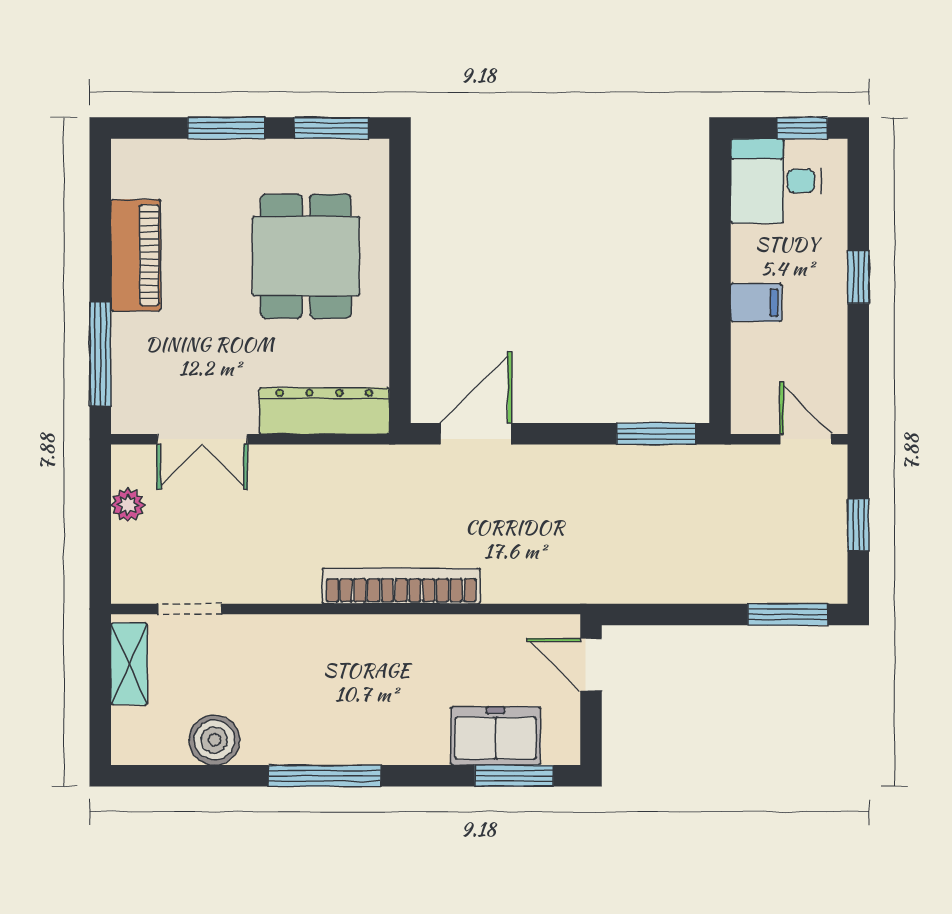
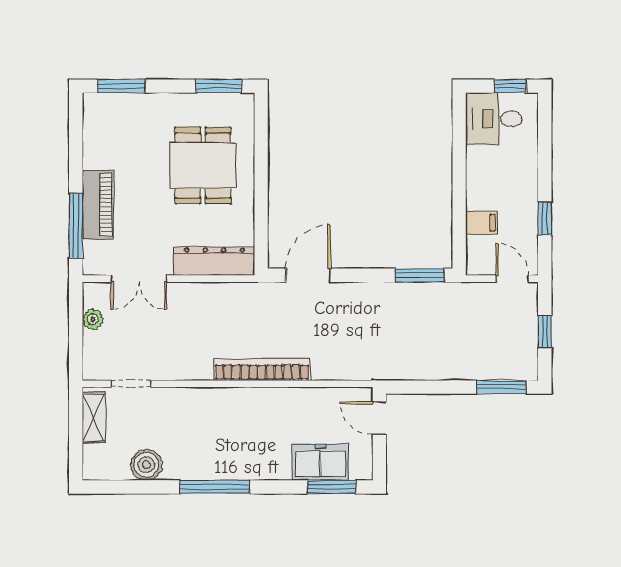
window: (226, 128) -> (121, 86), moved
piano: (136, 255) -> (98, 205), moved
window: (858, 277) -> (545, 219), moved
filing cabinet: (756, 303) -> (482, 223), moved

